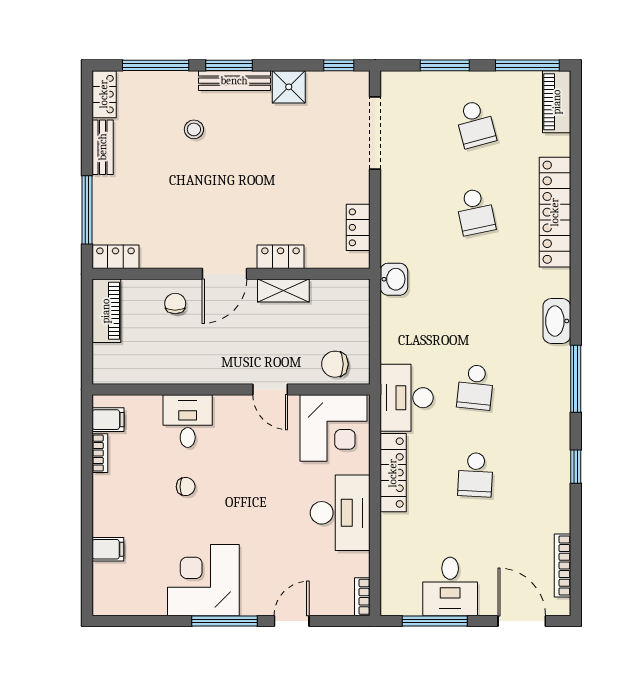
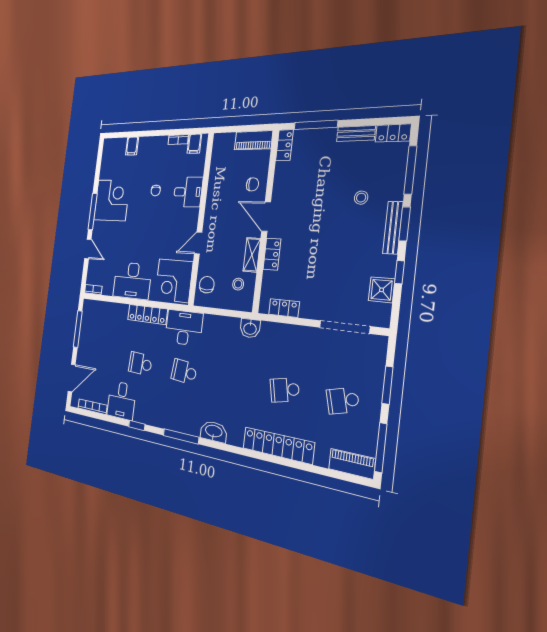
window: (339, 65) -> (399, 272), moved
shower: (289, 87) -> (382, 290), moved
stool: (329, 308) -> (238, 284), added
desk: (450, 586) -> (121, 400), moved, turned -90

